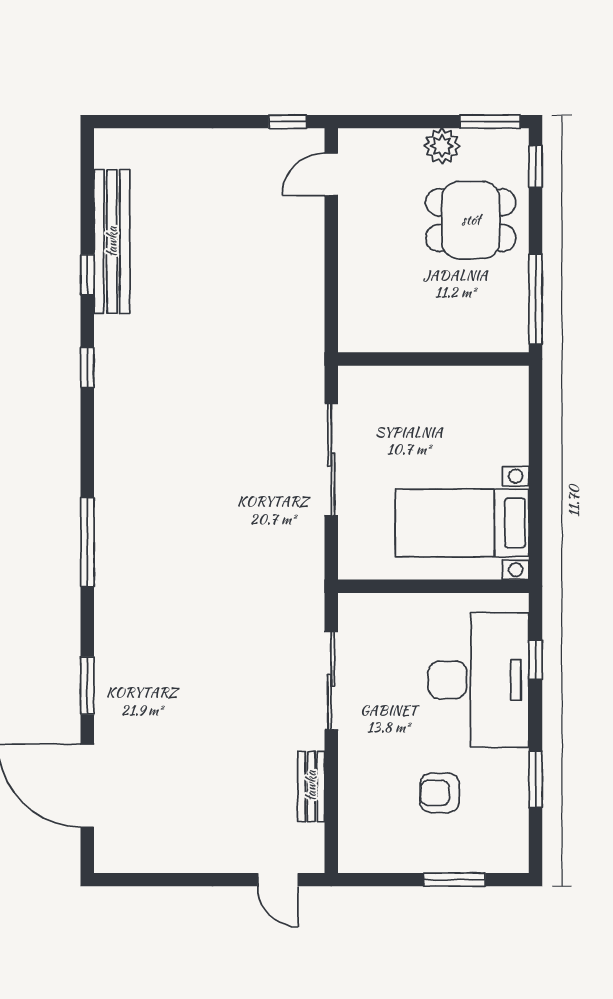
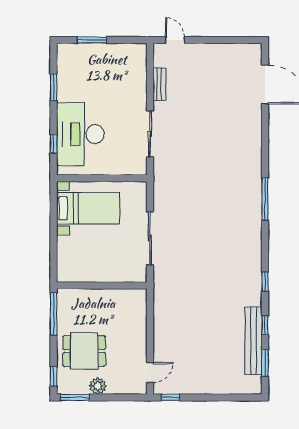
window: (87, 686) -> (265, 363), moved
armchair: (440, 793) -> (99, 81), removed

